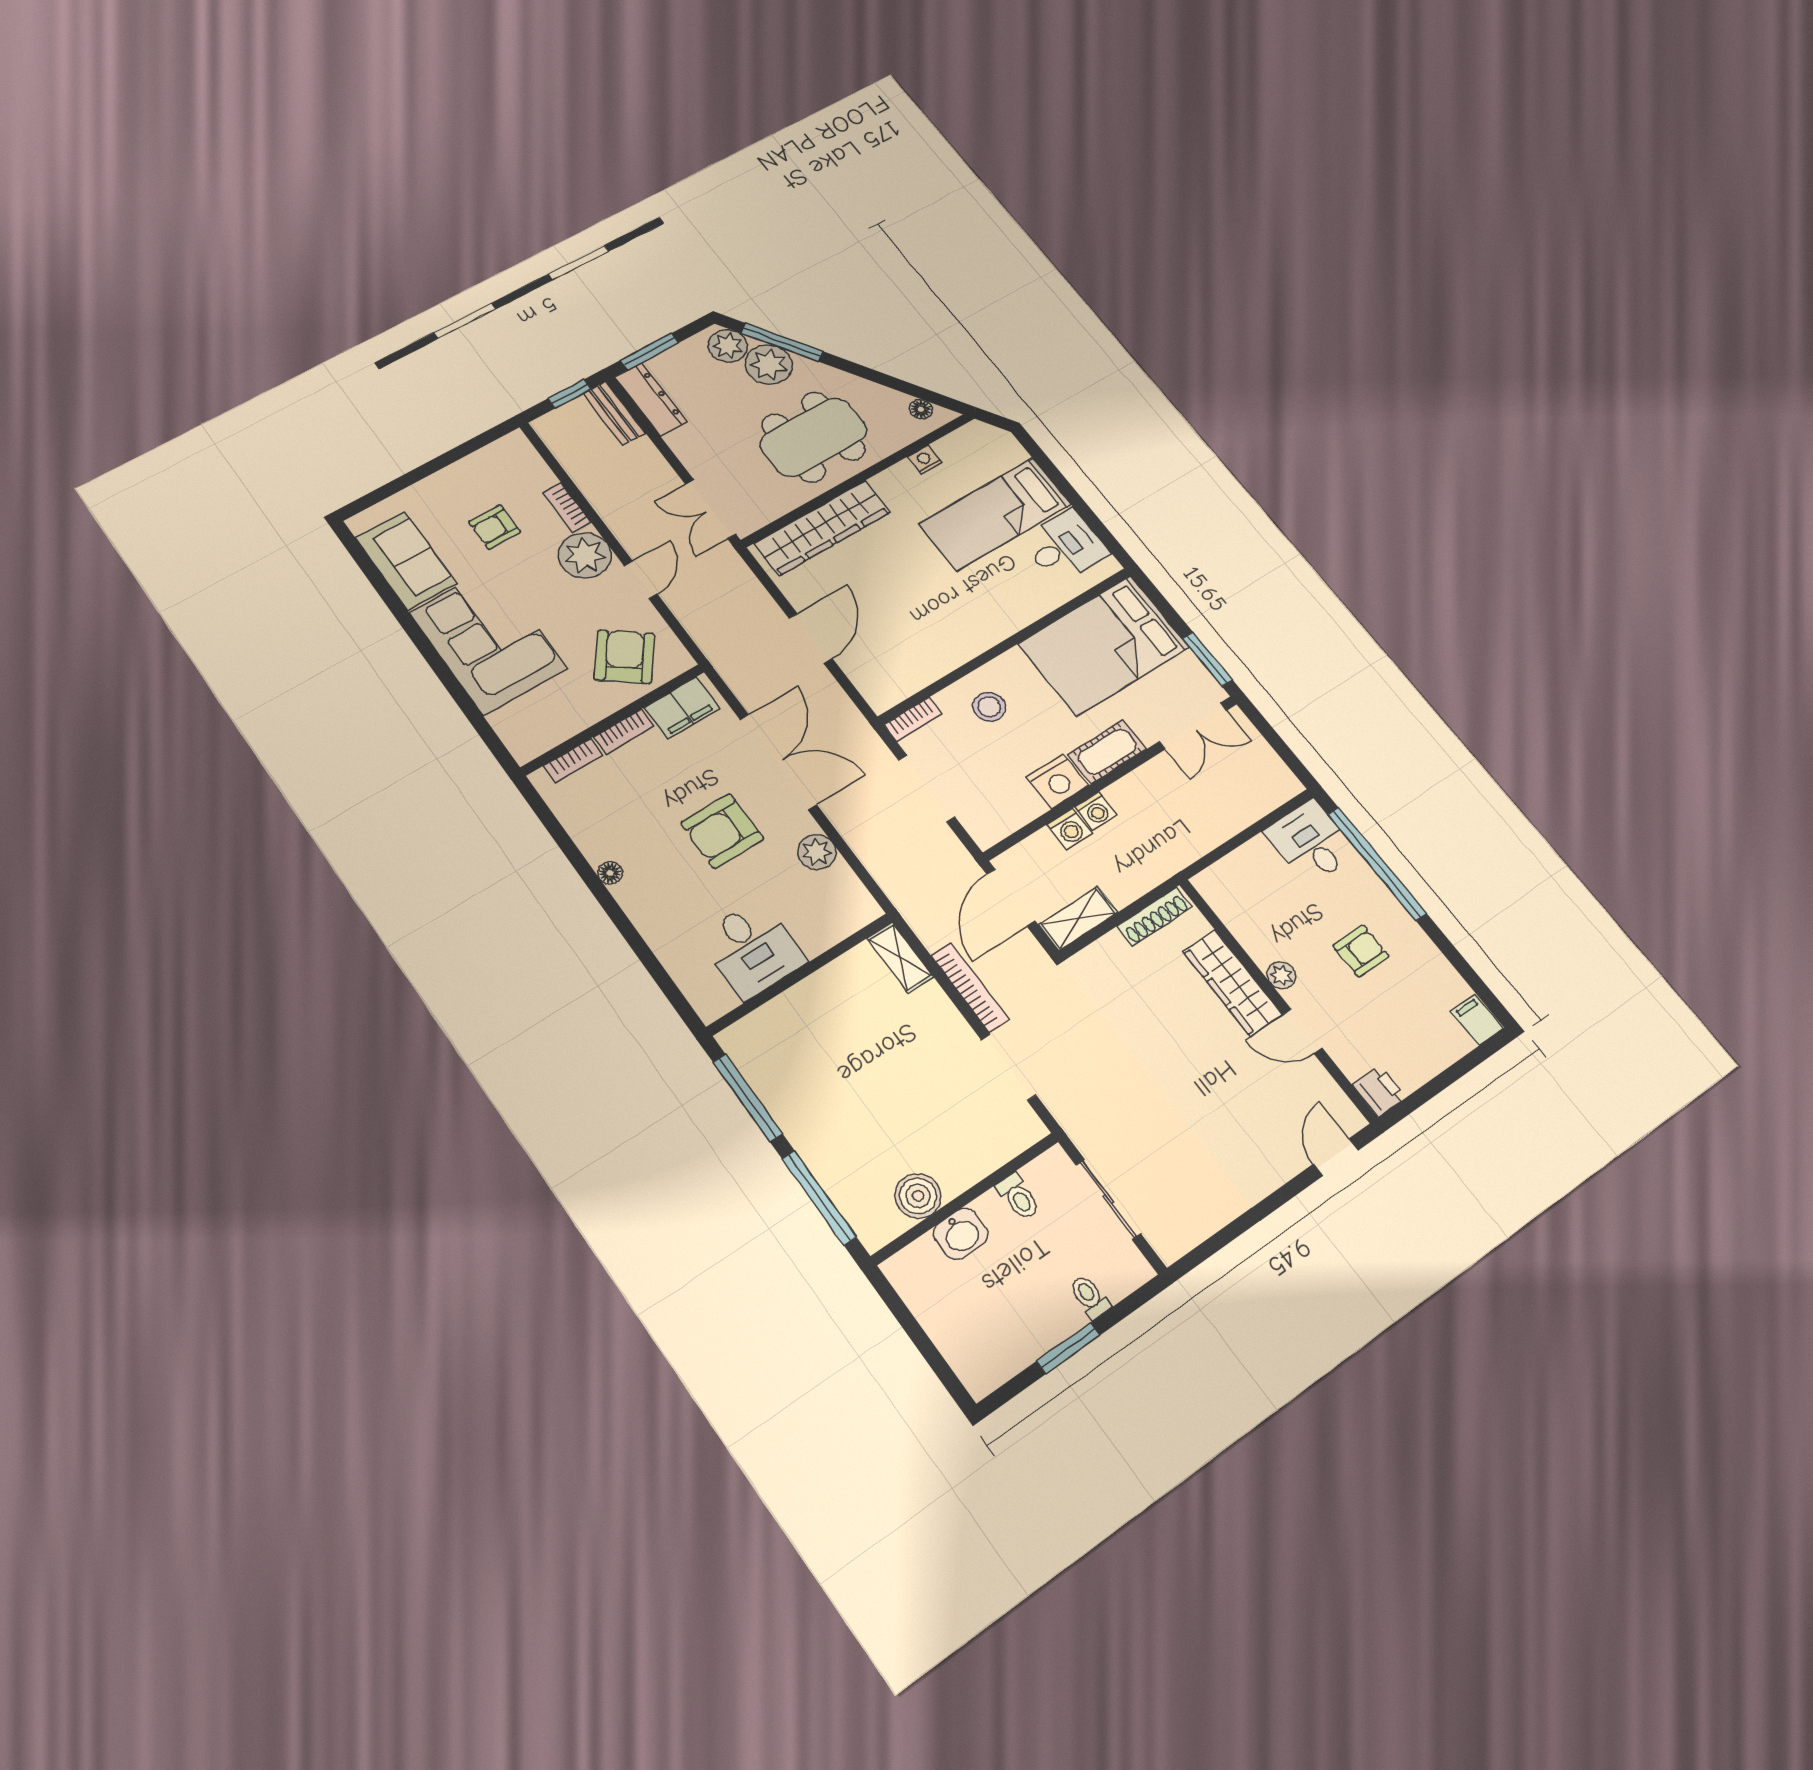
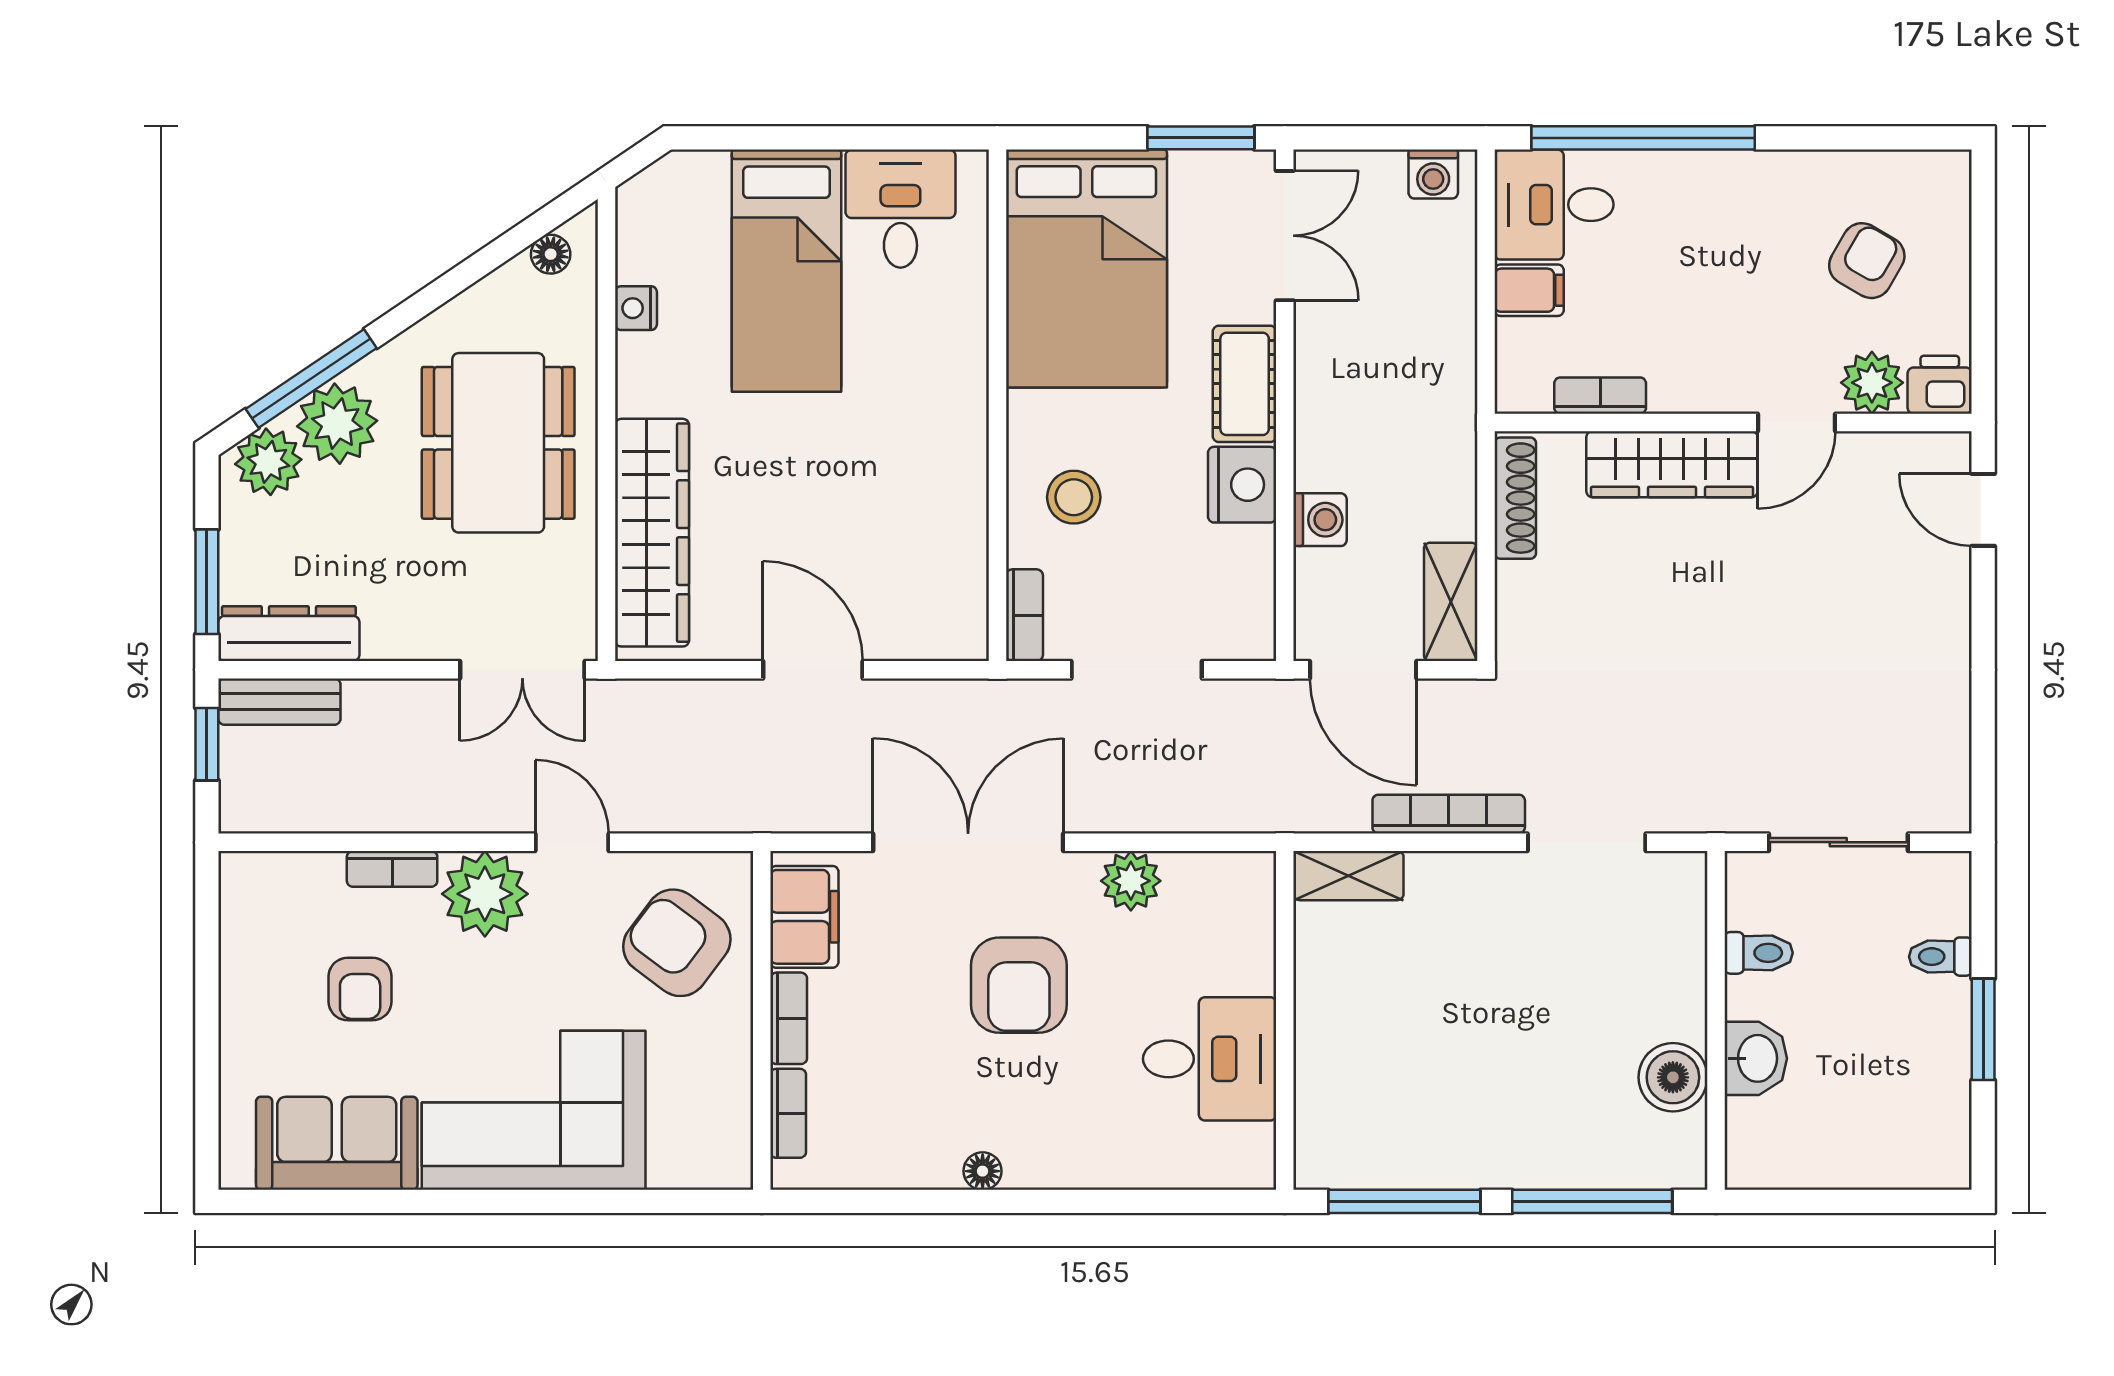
washing machine: (1096, 811) -> (1433, 174), moved, turned 90
bookcase: (1238, 925) -> (1600, 396), added
armchair: (1361, 951) -> (1867, 261), moved, turned 30
plant: (1281, 975) -> (1872, 383), moved, width x1.38, depth x1.38
filing cabinet: (1477, 1020) -> (1529, 290), moved, turned 180

